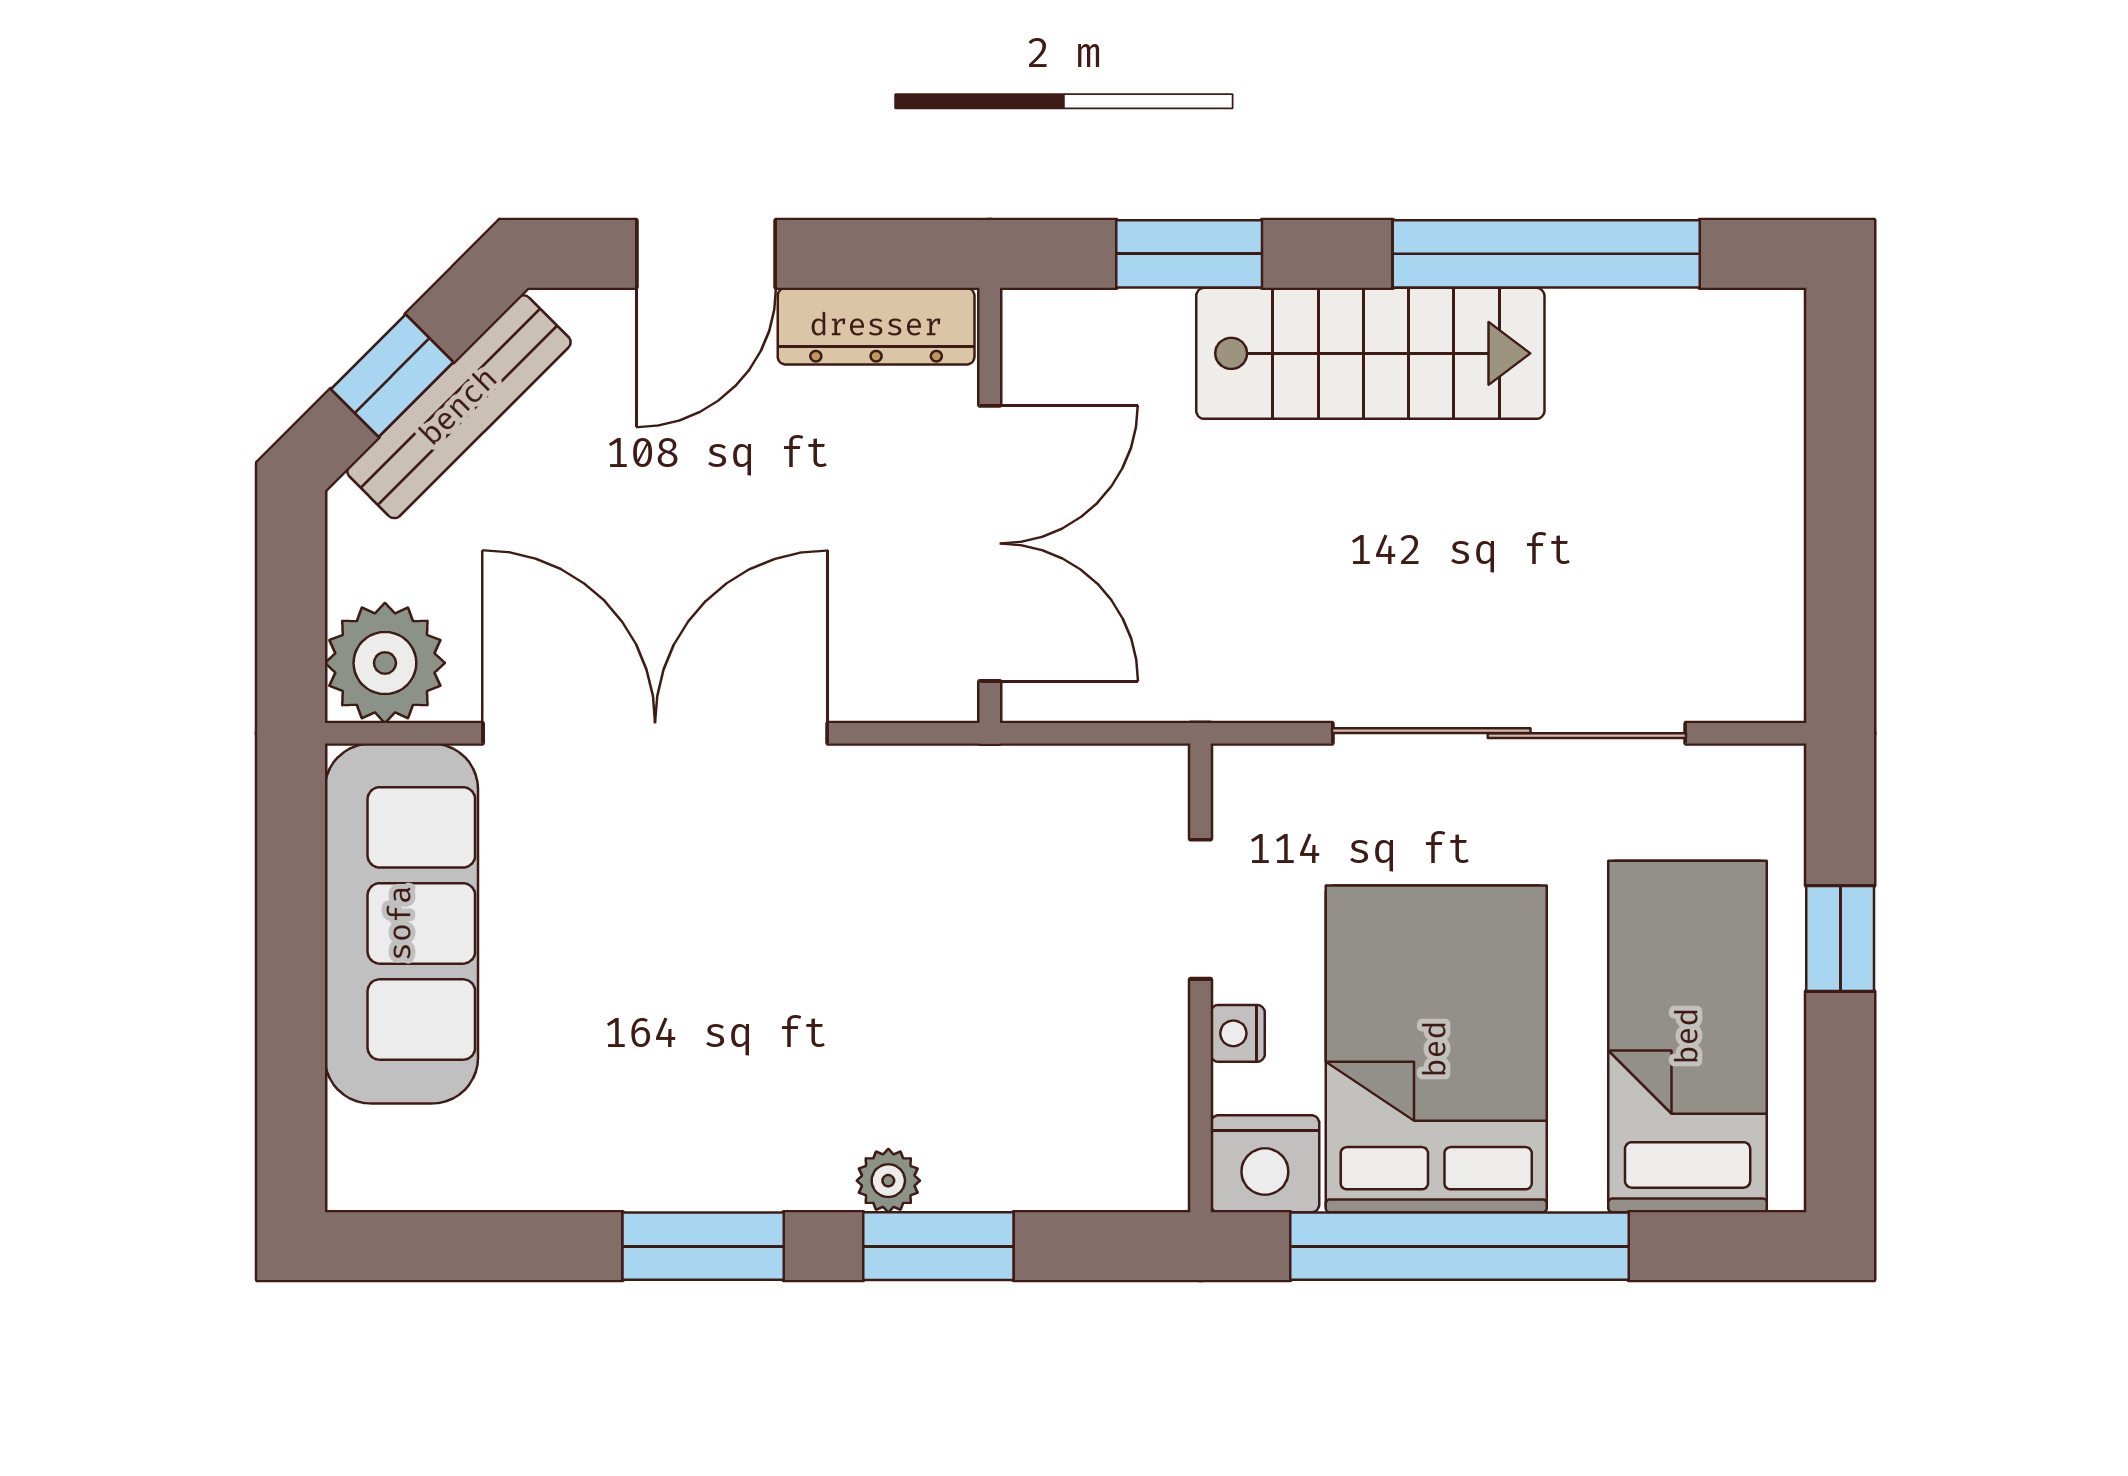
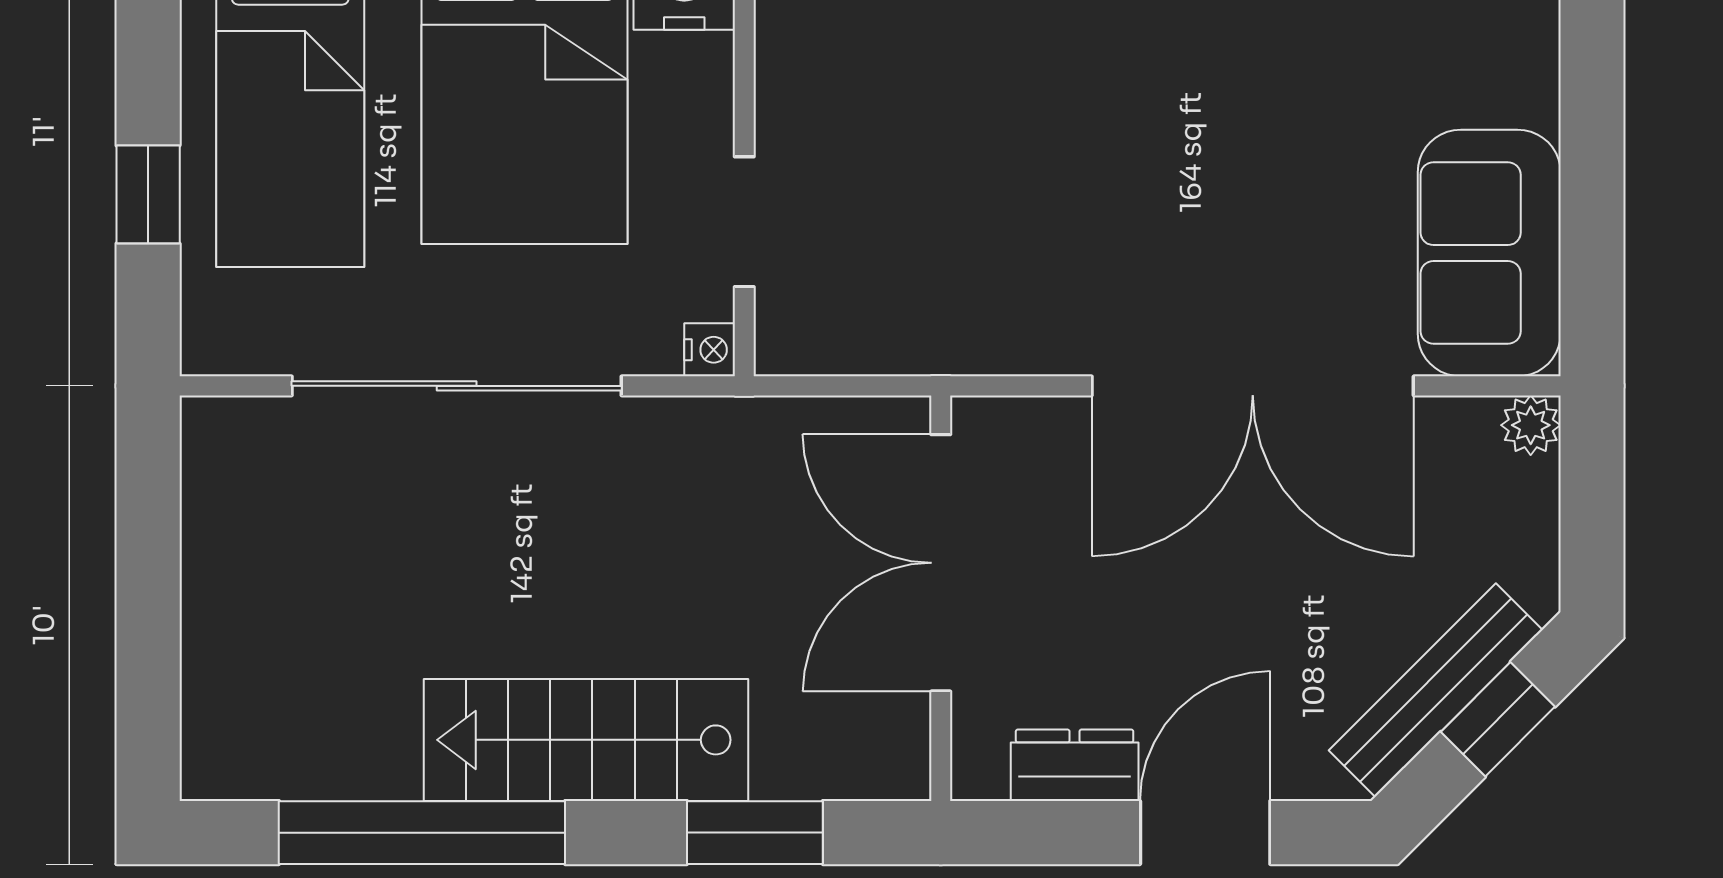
dresser: (876, 326) -> (1075, 765), width x0.70
plant: (385, 663) -> (1531, 425), width x0.53, depth x0.53
sofa: (401, 923) -> (1489, 253), width x0.73
nightstand: (1238, 1033) -> (710, 350), moved

